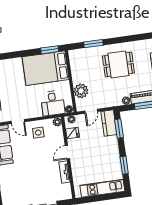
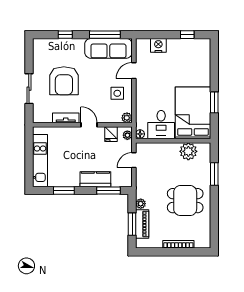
window: (50, 50) -> (214, 102), moved
dining table: (118, 64) -> (185, 201), turned 90
plant: (81, 91) -> (188, 151), moved
desk: (53, 103) -> (161, 125), moved, turned -90
door: (91, 111) -> (134, 160), hinge flipped
kitchen counter: (109, 123) -> (95, 179), moved
armchair: (34, 178) -> (64, 81), added

